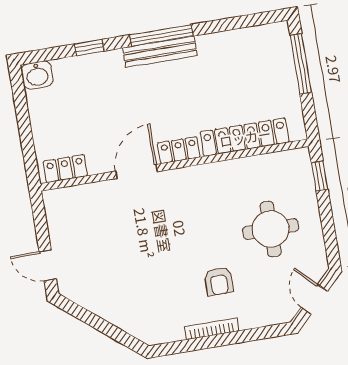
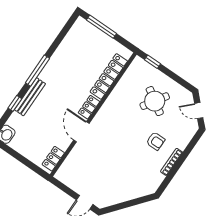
bench: (160, 52) -> (30, 97), moved
round table: (271, 229) -> (155, 101), turned 33

